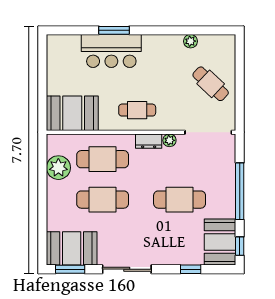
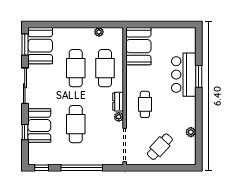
cafe table: (137, 110) -> (145, 104), moved
plant: (58, 168) -> (99, 32), width x0.53, depth x0.53
booth: (220, 242) -> (39, 125), moved, turned 90

